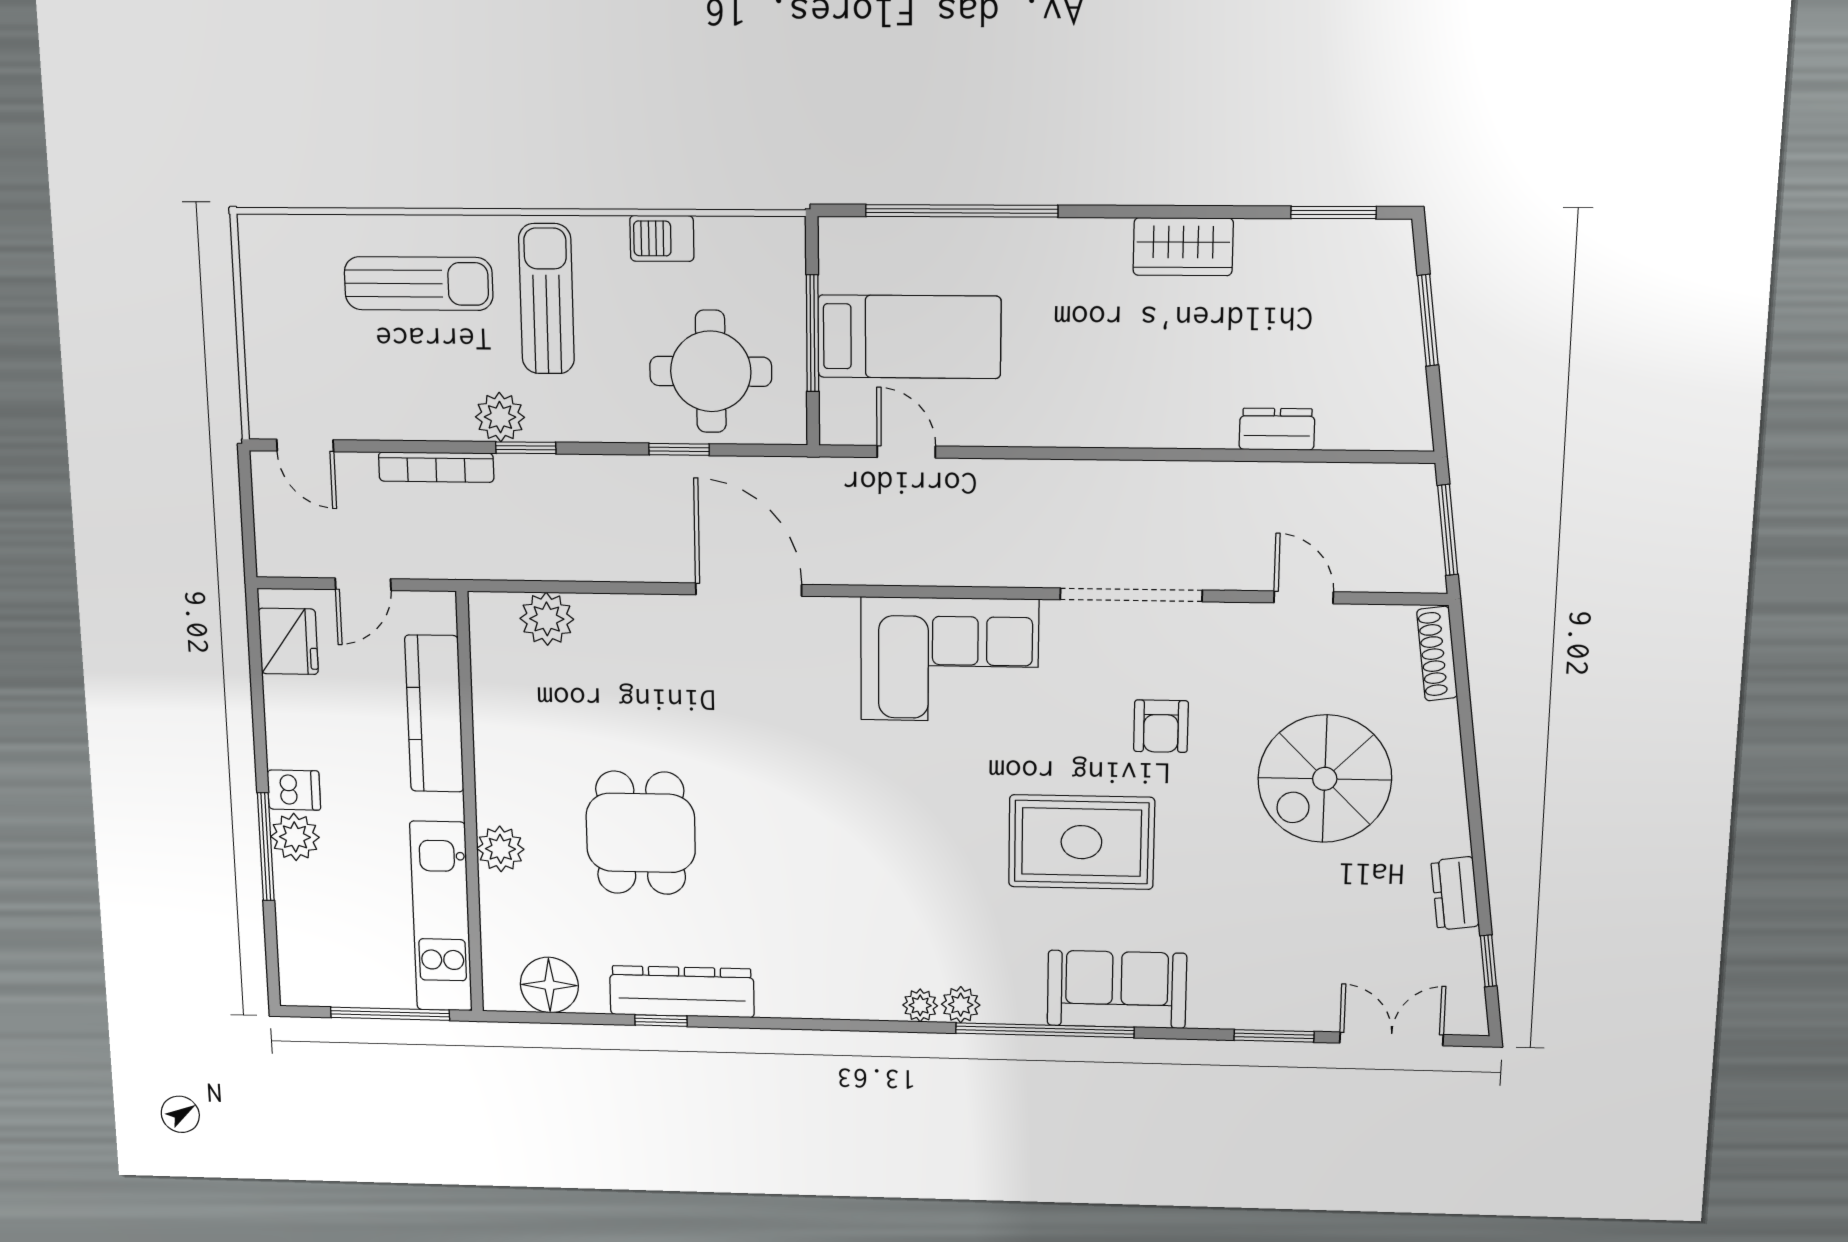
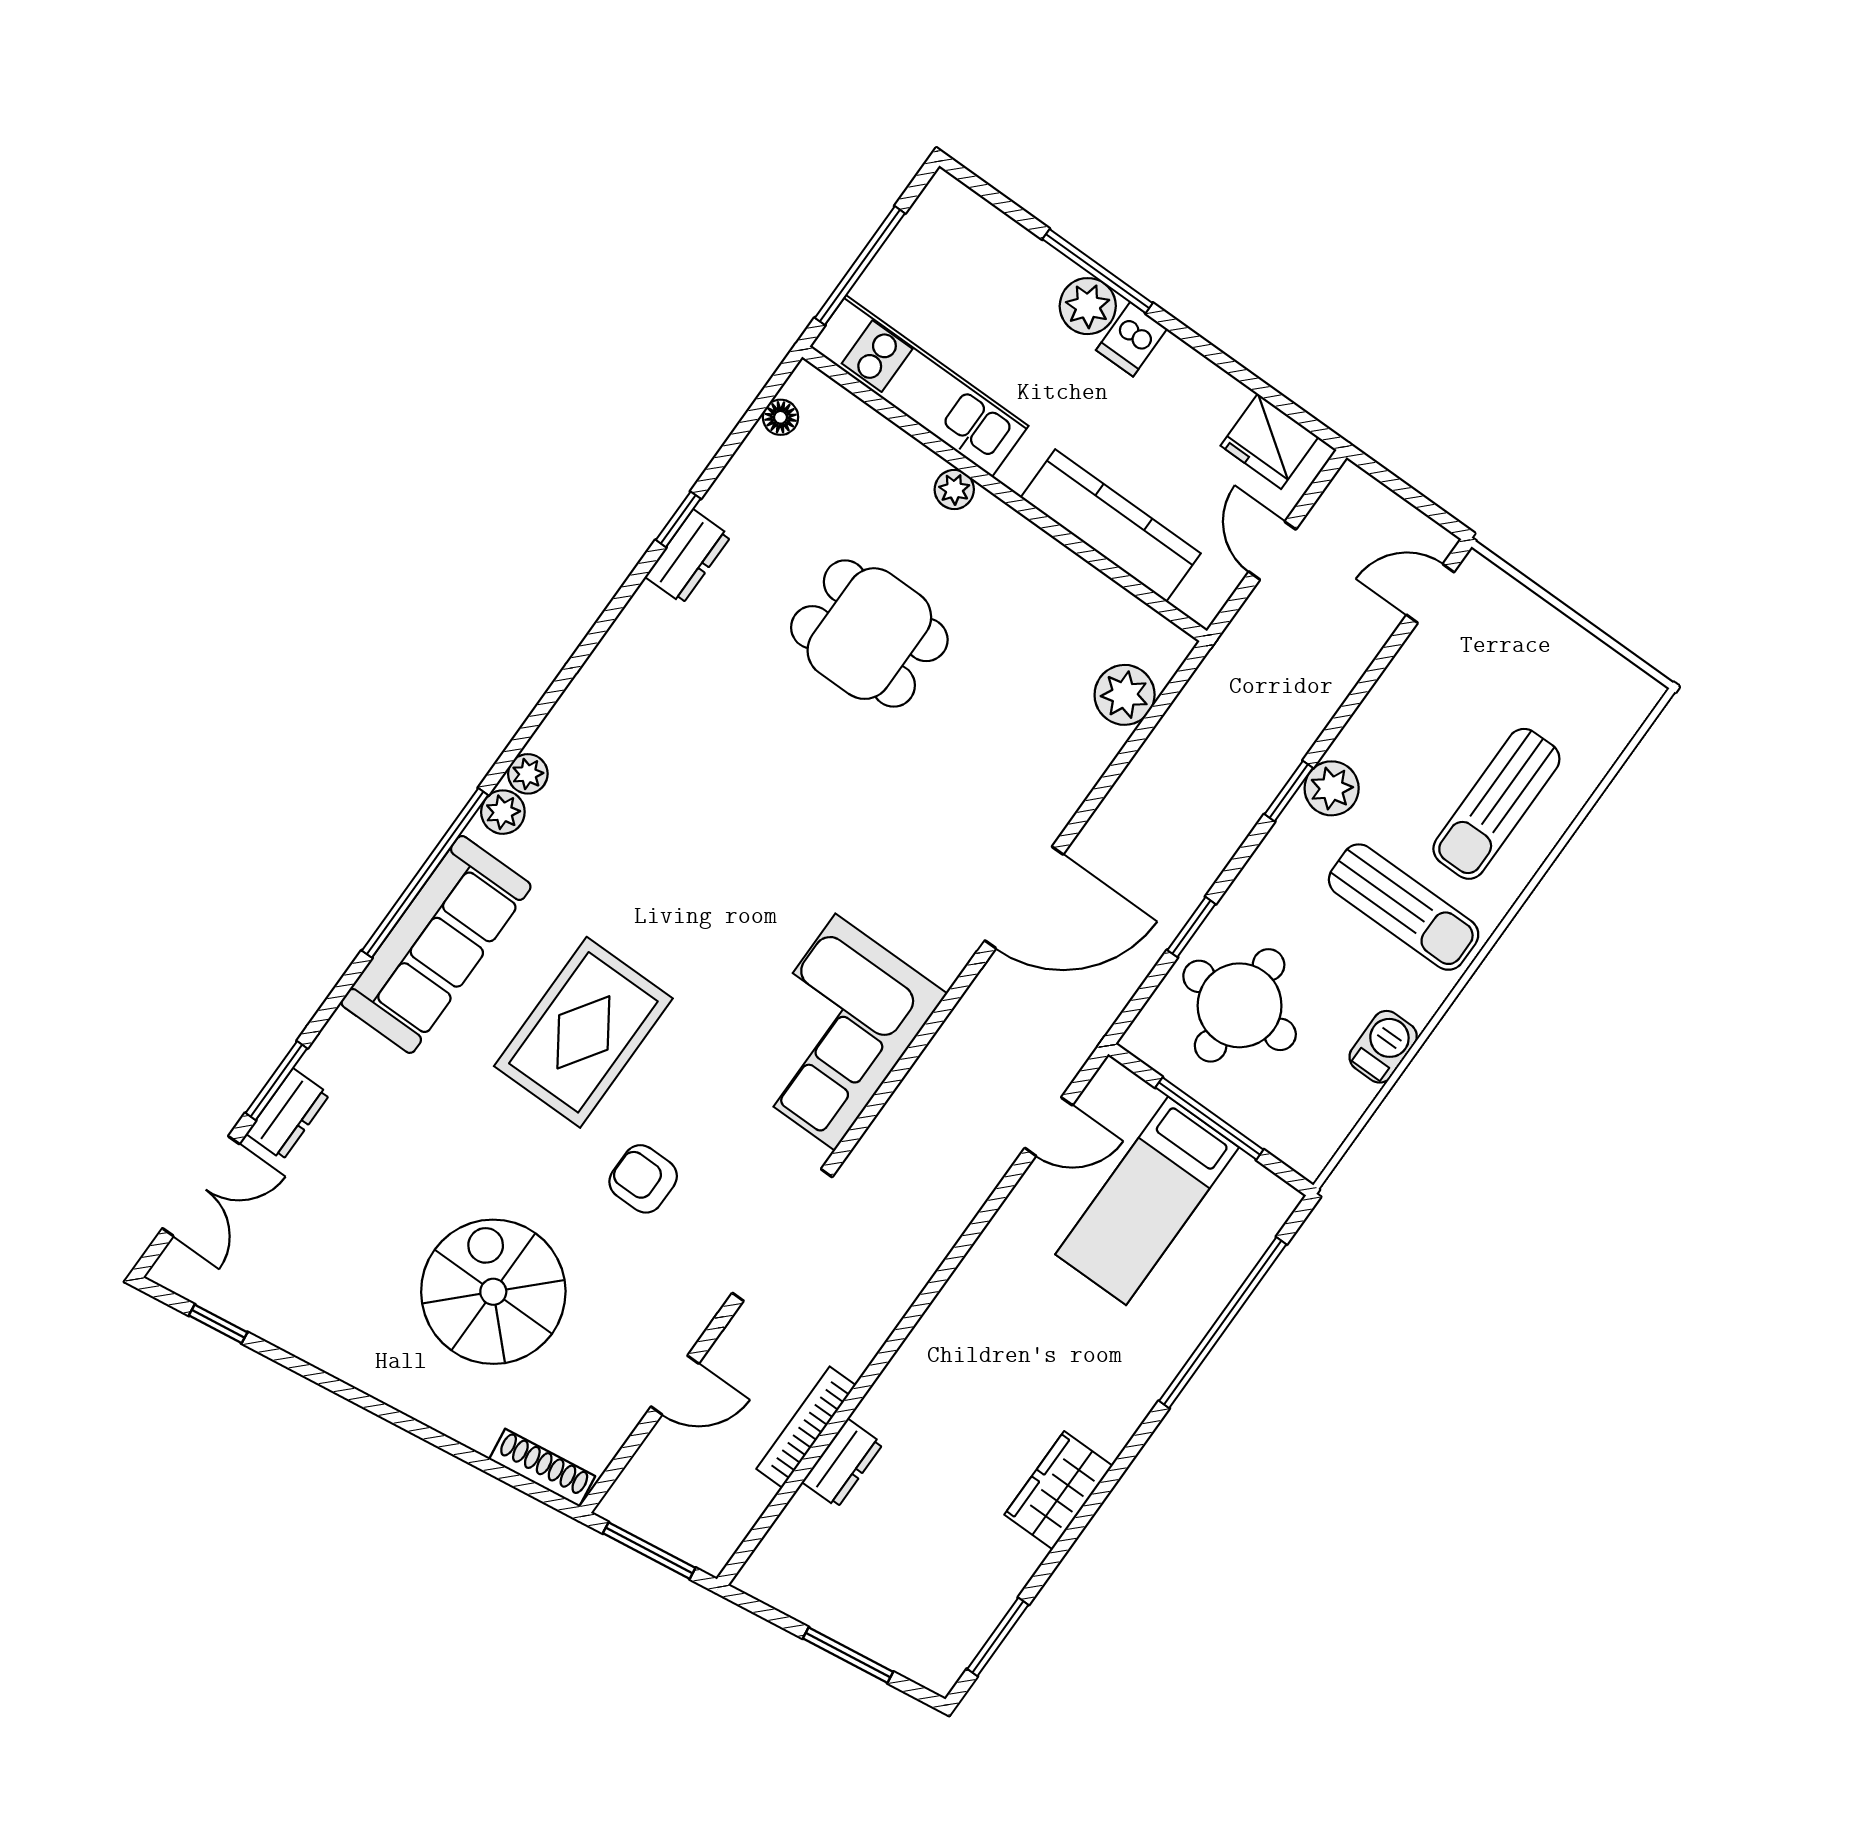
bookcase: (436, 467) -> (806, 1427), moved
plant: (500, 849) -> (954, 489), width x0.73, depth x0.73
dresser: (1455, 893) -> (288, 1114), moved, turned 98
floor lamp: (549, 985) -> (781, 417), width x0.53, depth x0.53
sofa: (1117, 989) -> (436, 944), width x1.36
dresser: (682, 992) -> (688, 557), width x0.51, depth x0.80

